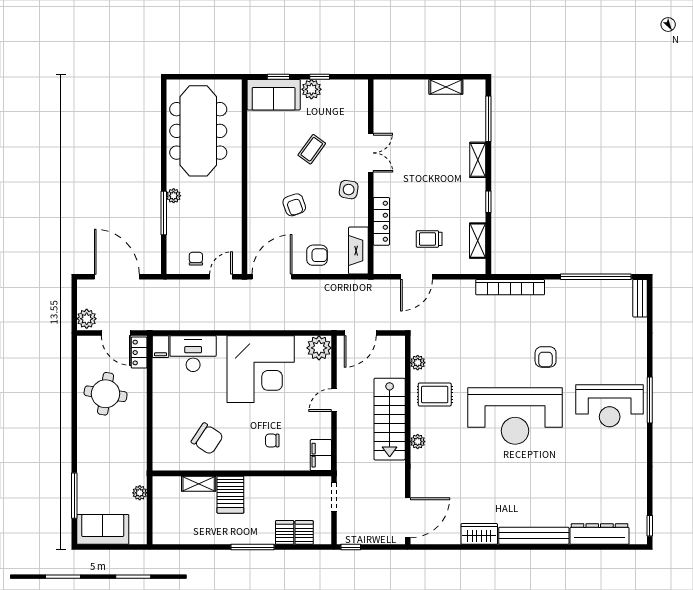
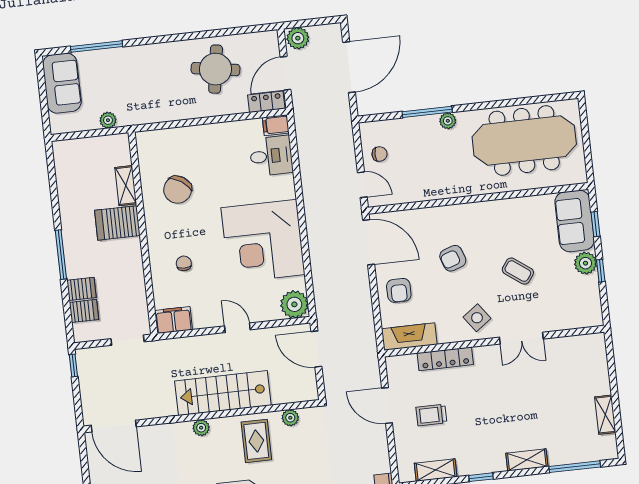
side table: (349, 190) -> (477, 318), turned 45
trolley: (429, 239) -> (431, 415), turned -90
desk: (193, 354) -> (271, 156), width x0.73

